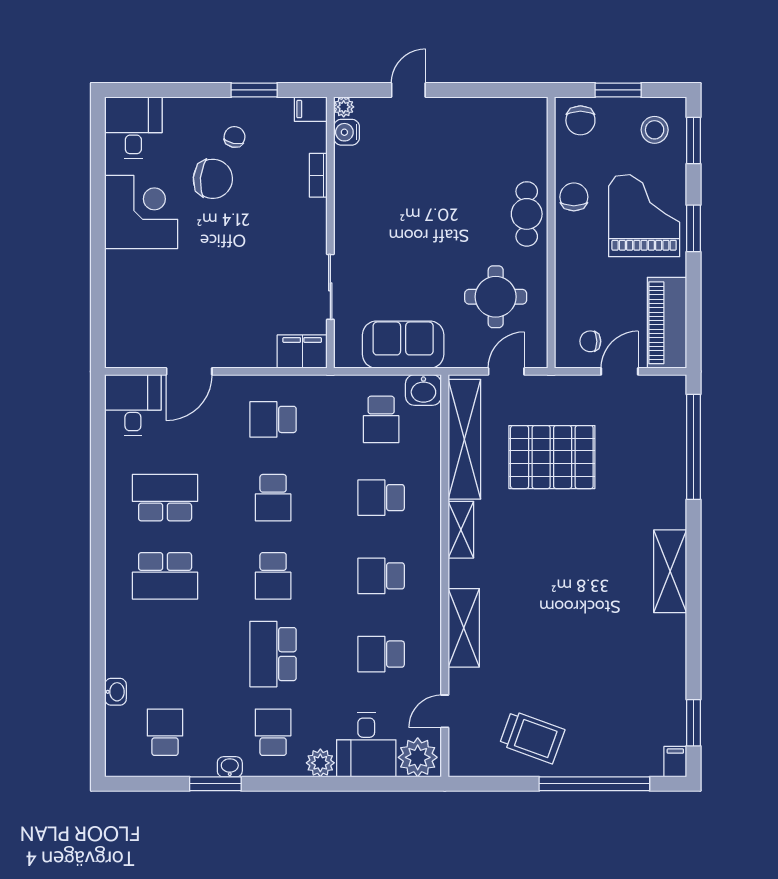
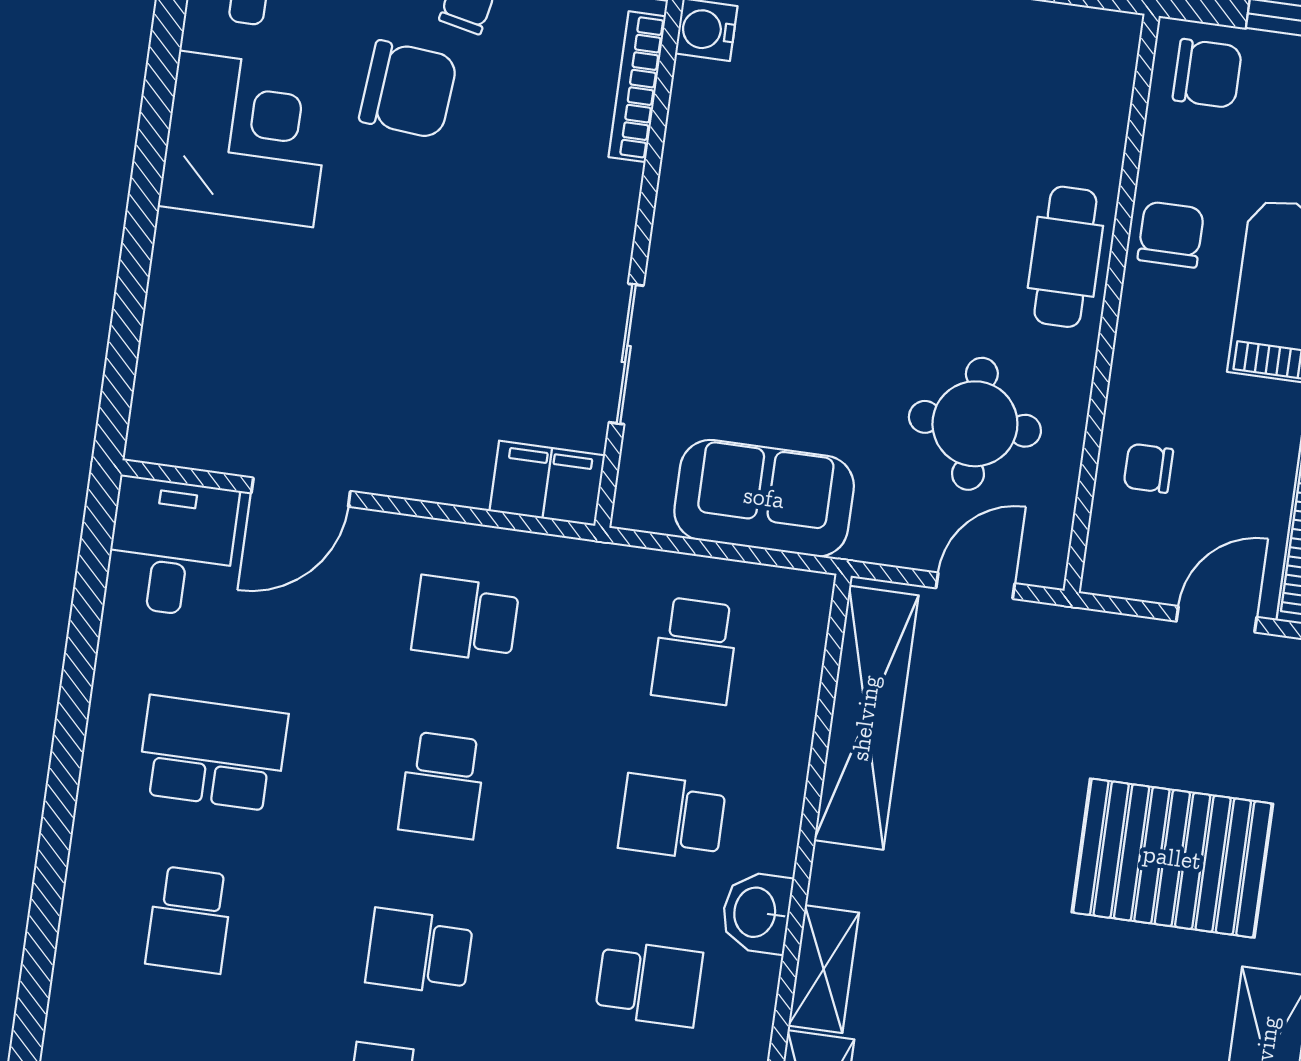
chair: (580, 120) -> (1207, 74), turned -90
bookcase: (318, 175) -> (637, 87), width x1.56
chair: (590, 341) -> (1148, 468), moved
washbasin: (423, 390) -> (757, 913), moved, turned 90
pallet: (552, 457) -> (1172, 858), moved
shelving: (461, 530) -> (824, 969), moved
school desk: (165, 576) -> (189, 920), width x0.54
school desk: (273, 576) -> (419, 952), turned 90
school desk: (381, 576) -> (649, 983), turned 180

